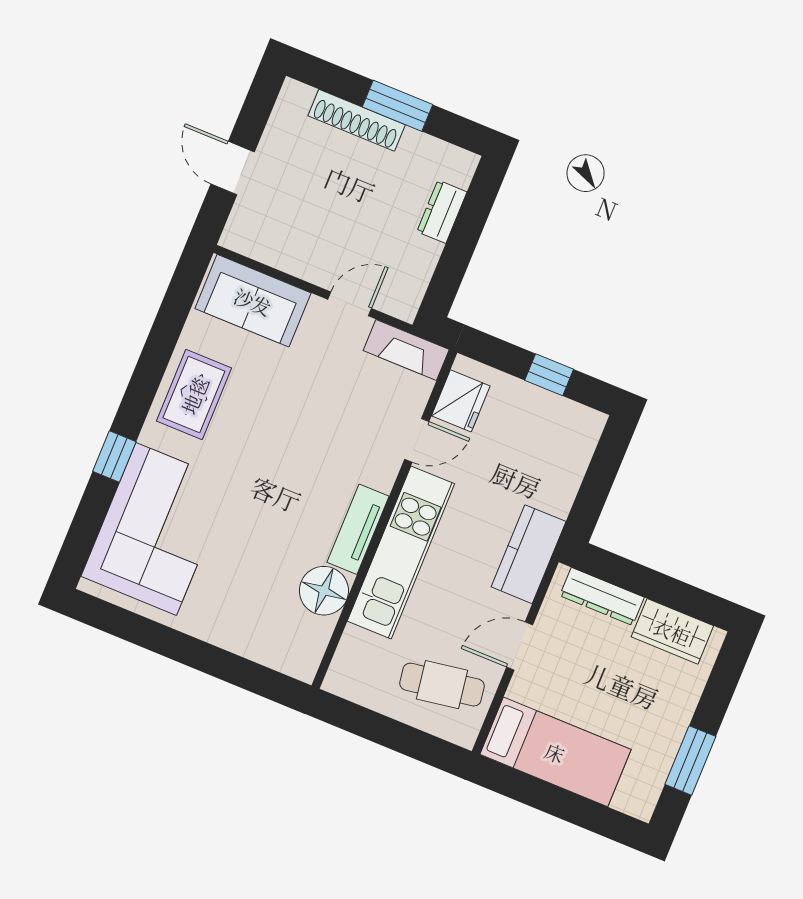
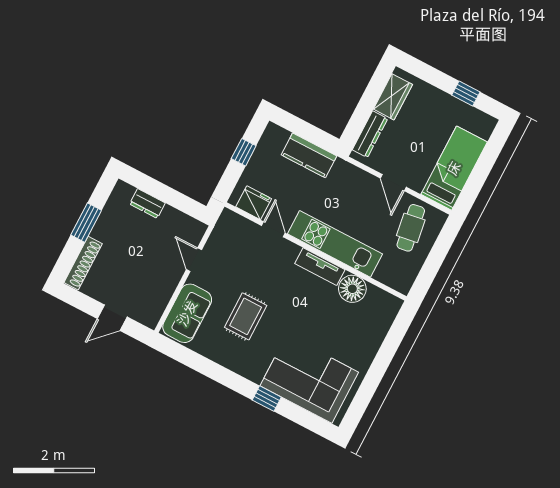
shoe rack: (357, 120) -> (83, 263), moved
fireplace: (406, 350) -> (223, 231), removed
rug: (194, 395) -> (246, 316), moved, turned 90
kitchen counter: (529, 554) -> (309, 155), moved
window: (690, 760) -> (466, 93), width x0.67

